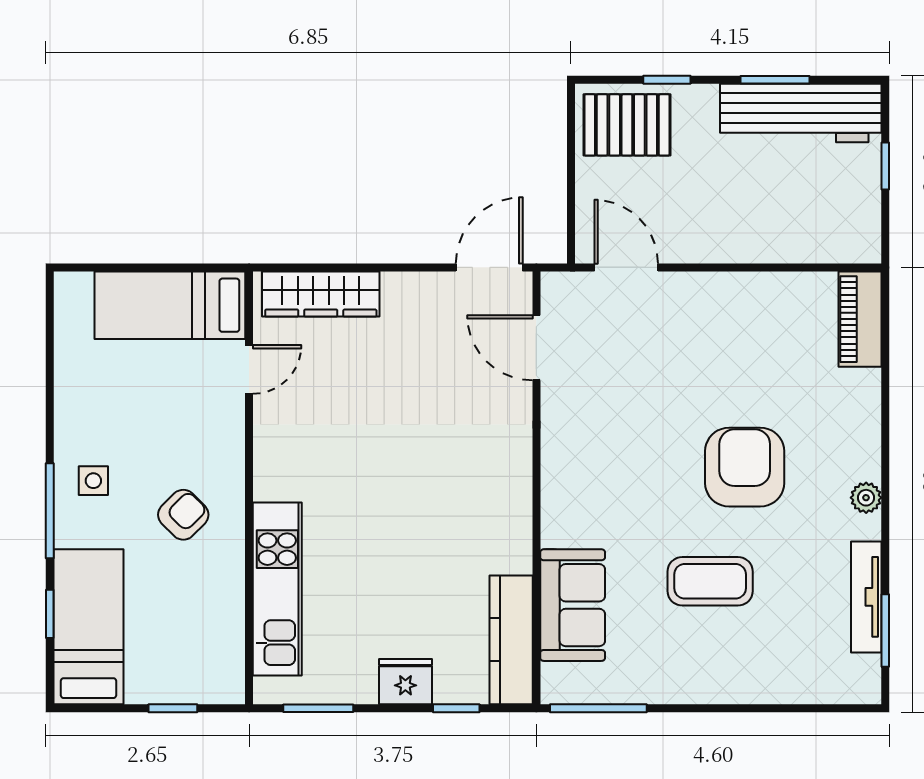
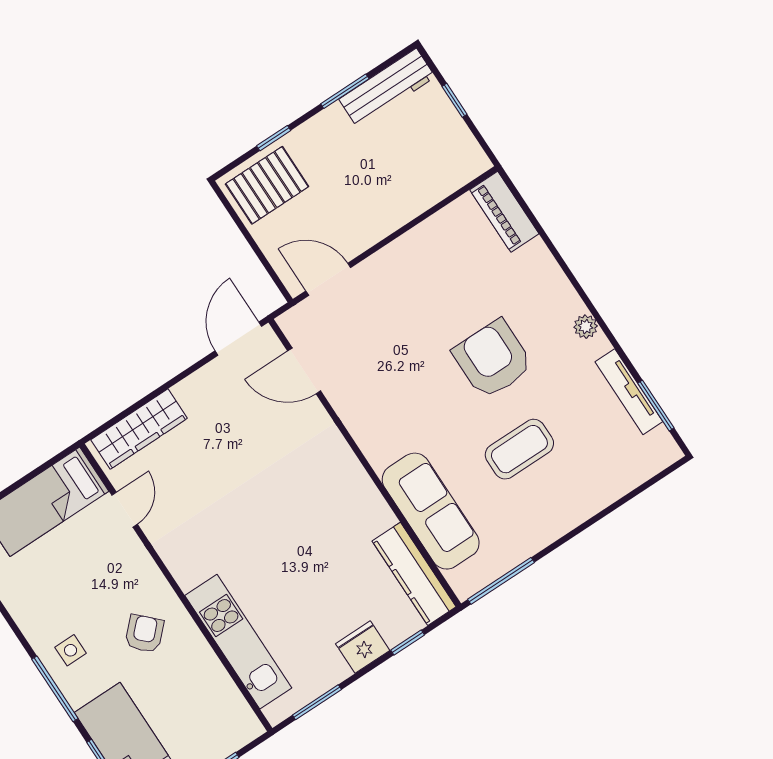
workbench: (801, 113) -> (387, 88), width x0.73, depth x0.76
sofa: (573, 605) -> (431, 511), width x1.36

